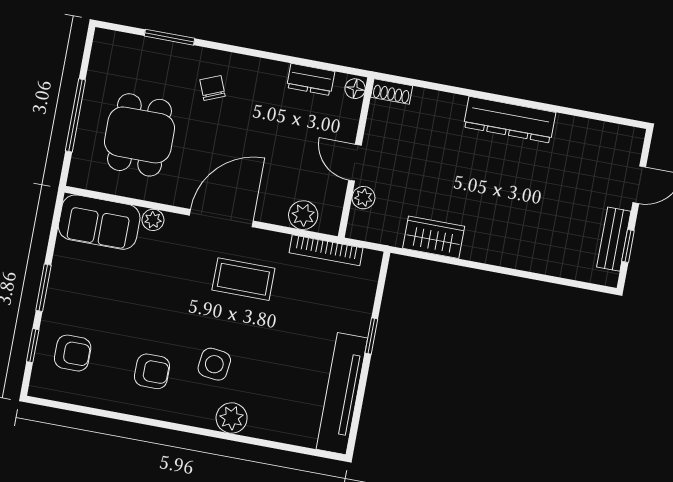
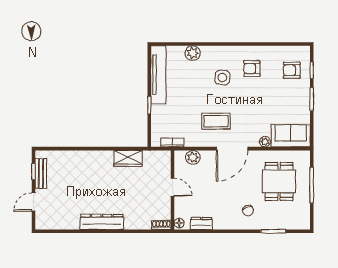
plant: (363, 198) -> (165, 171), removed
bookcase: (326, 250) -> (172, 142), width x0.64
plant: (232, 418) -> (193, 53), moved

